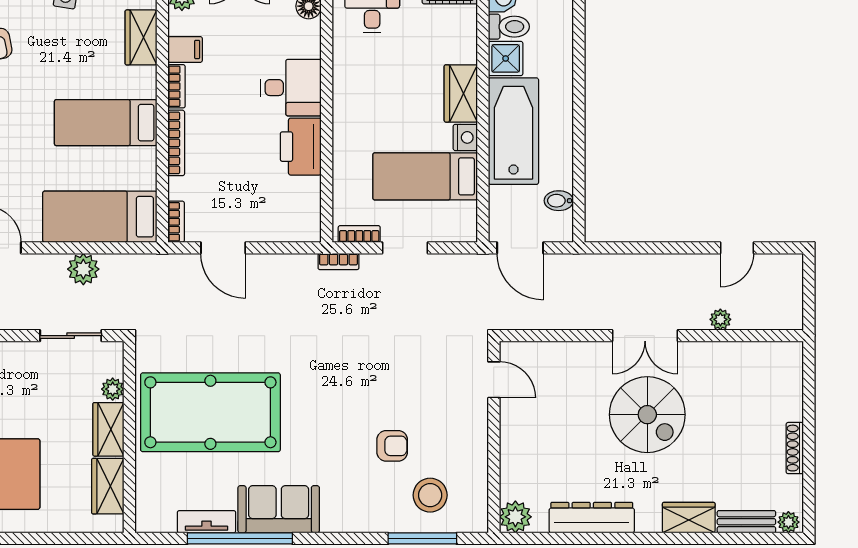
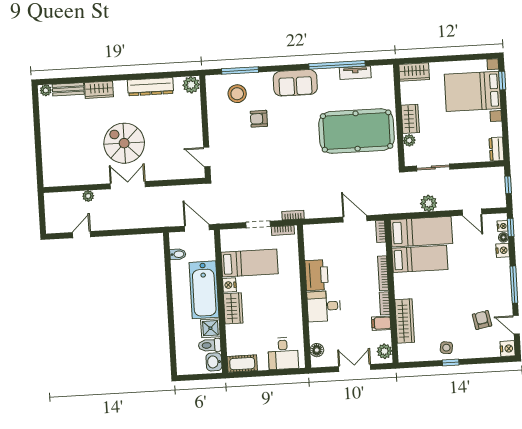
wardrobe: (141, 37) -> (405, 321), width x1.50
bed: (106, 123) -> (420, 259), moved
shoe rack: (795, 448) -> (45, 130), removed
wardrobe: (108, 486) -> (414, 72), moved, turned 90
sofa: (279, 509) -> (295, 83), moved

